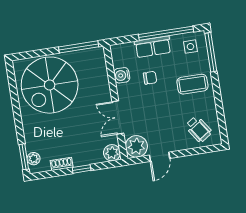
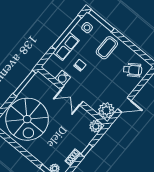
double door: (118, 117) -> (72, 95), moved
door: (160, 157) -> (124, 105), hinge flipped

